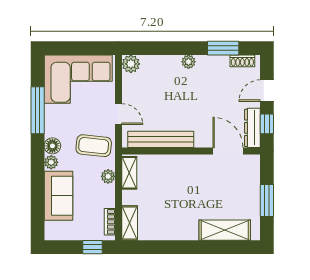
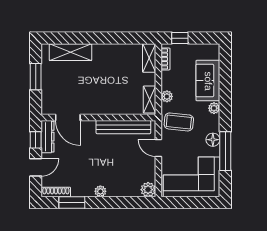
shoe rack: (242, 61) -> (56, 192), width x1.43
floor lamp: (52, 146) -> (213, 140), moved

